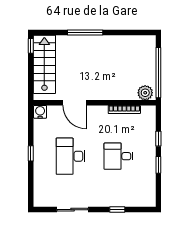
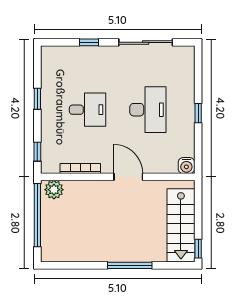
door: (74, 103) -> (128, 177), moved
window: (158, 139) -> (37, 152), moved
sliding door: (72, 210) -> (146, 42), width x1.37

